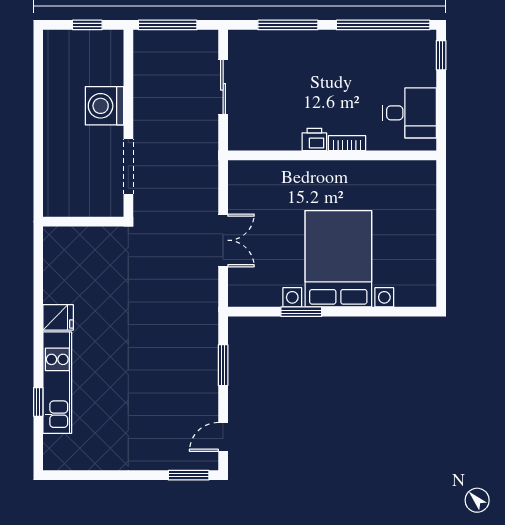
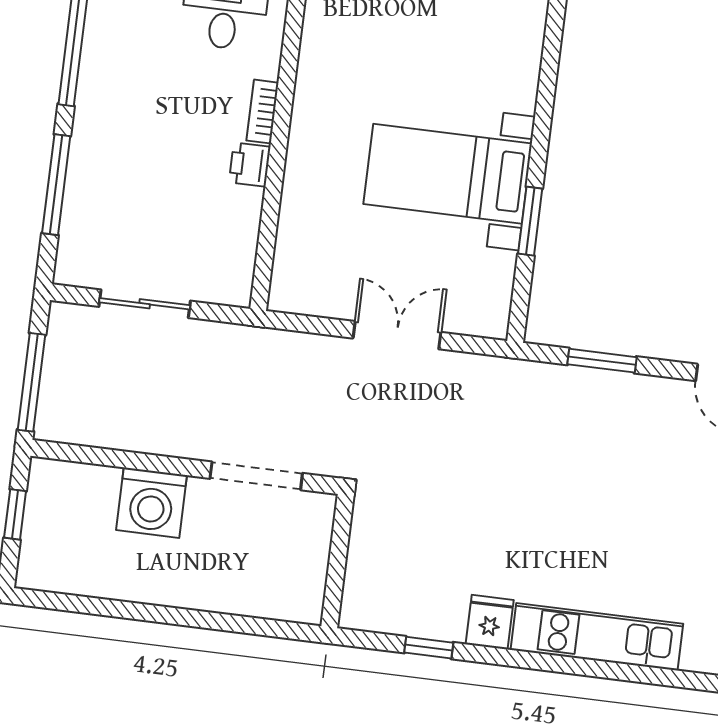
bed with nightstands: (338, 259) -> (448, 174), width x0.73
window: (38, 402) -> (429, 648), moved

